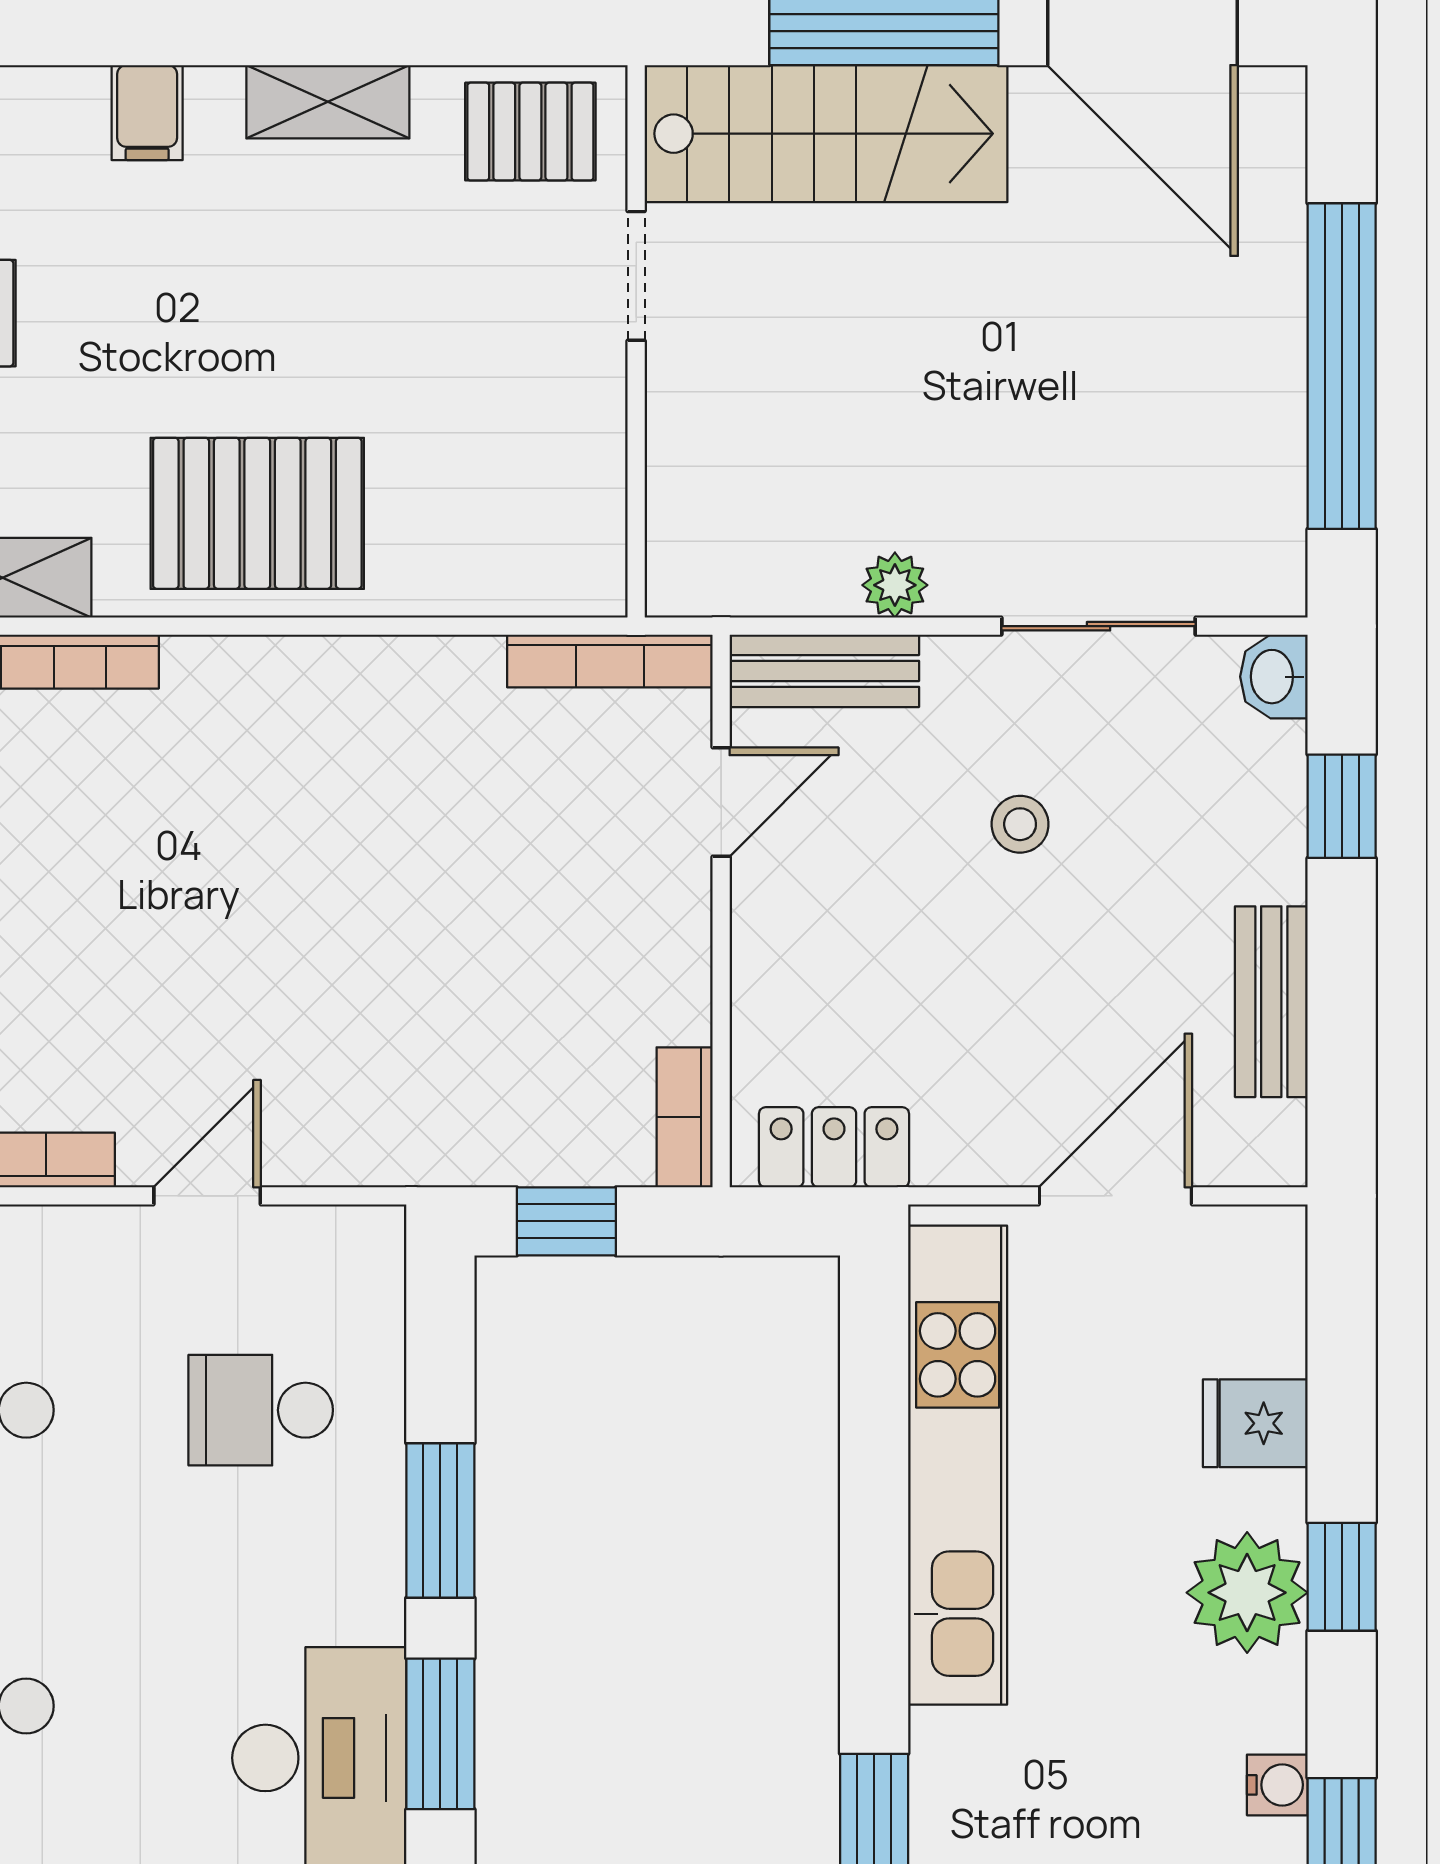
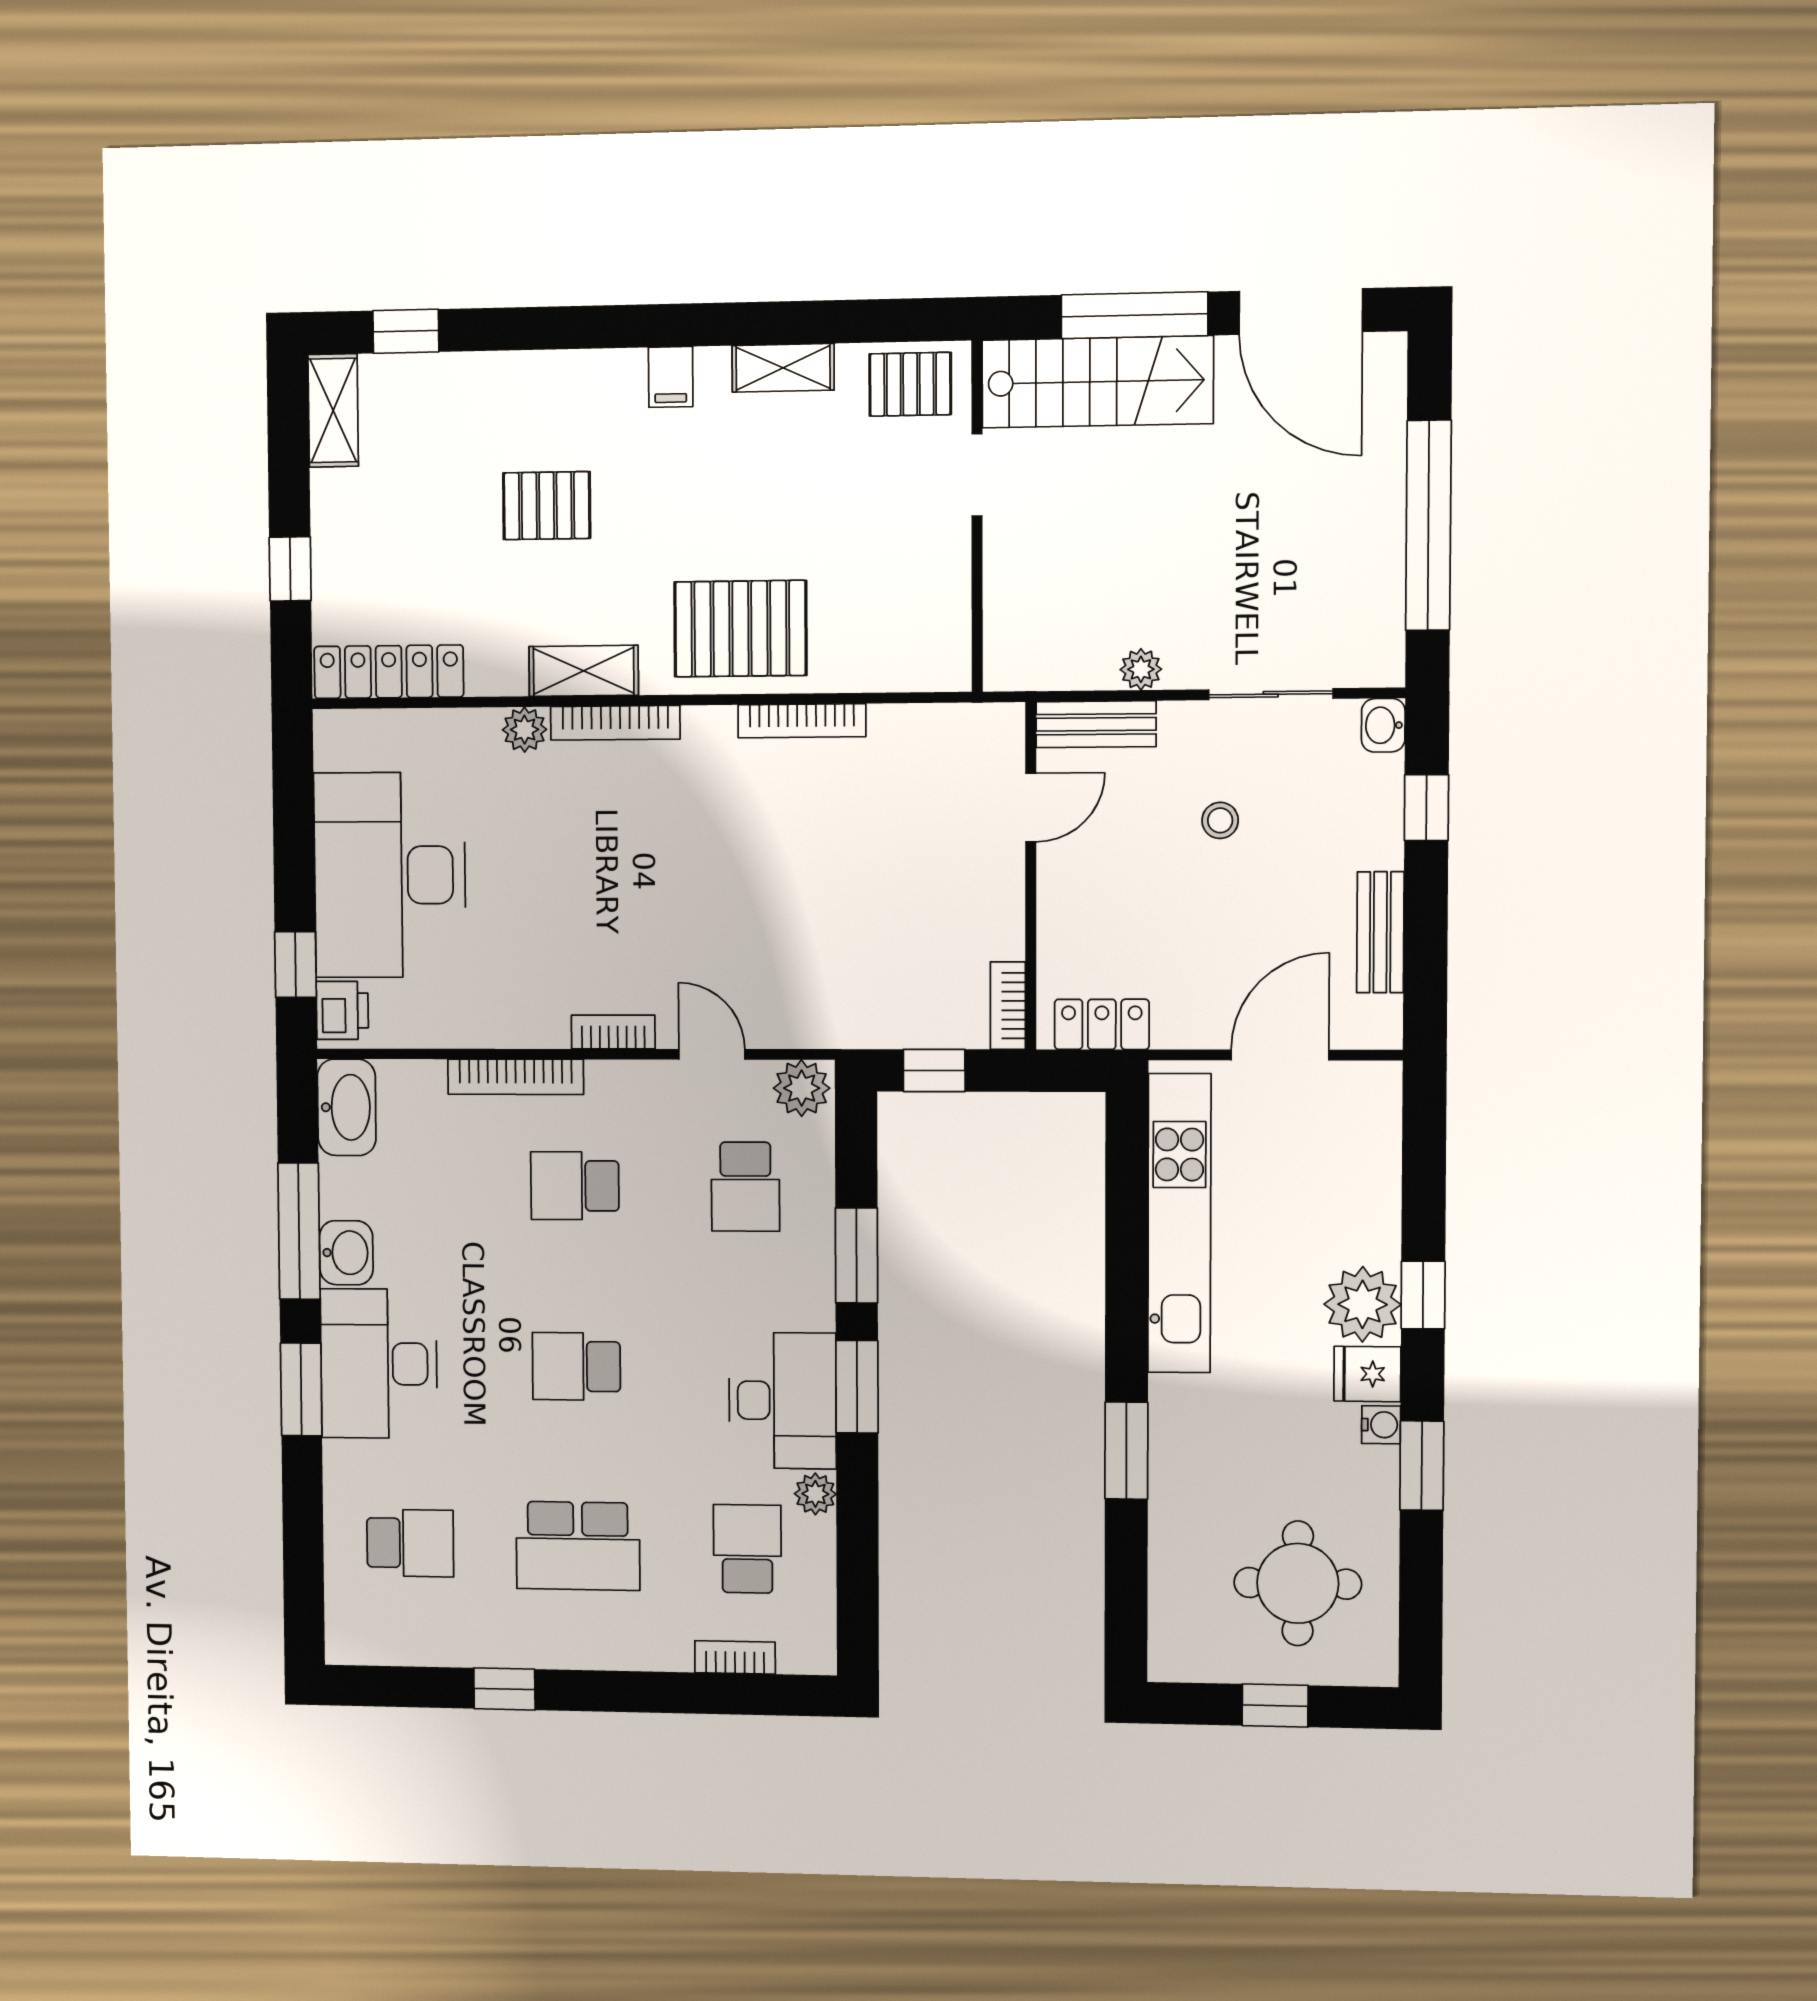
bookcase: (610, 661) -> (802, 721), moved
door: (207, 1196) -> (712, 1054), hinge flipped
plant: (353, 1250) -> (802, 1088), added
school desk: (261, 1410) -> (745, 1187), turned -90
fridge: (1255, 1423) -> (1367, 1374), moved

